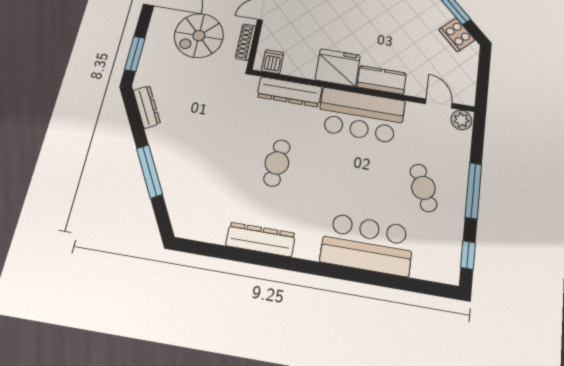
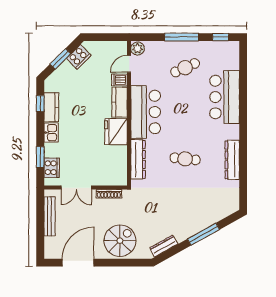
spiral stairs: (199, 36) -> (120, 241), moved, turned -90
window: (135, 54) -> (130, 263), removed
dishwasher: (273, 62) -> (119, 80), moved

